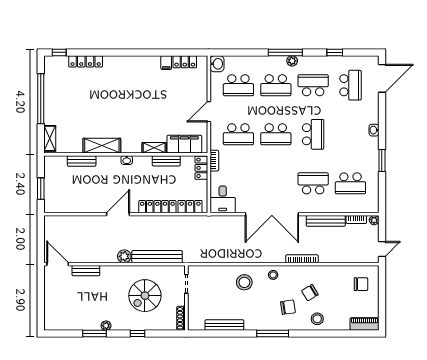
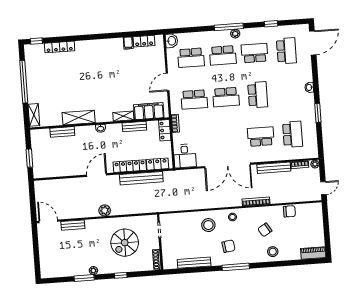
school desk: (350, 183) -> (293, 134), turned -90
bench: (157, 257) -> (141, 178), moved
chair: (361, 284) -> (289, 211), moved
chair: (288, 307) -> (228, 246), moved

